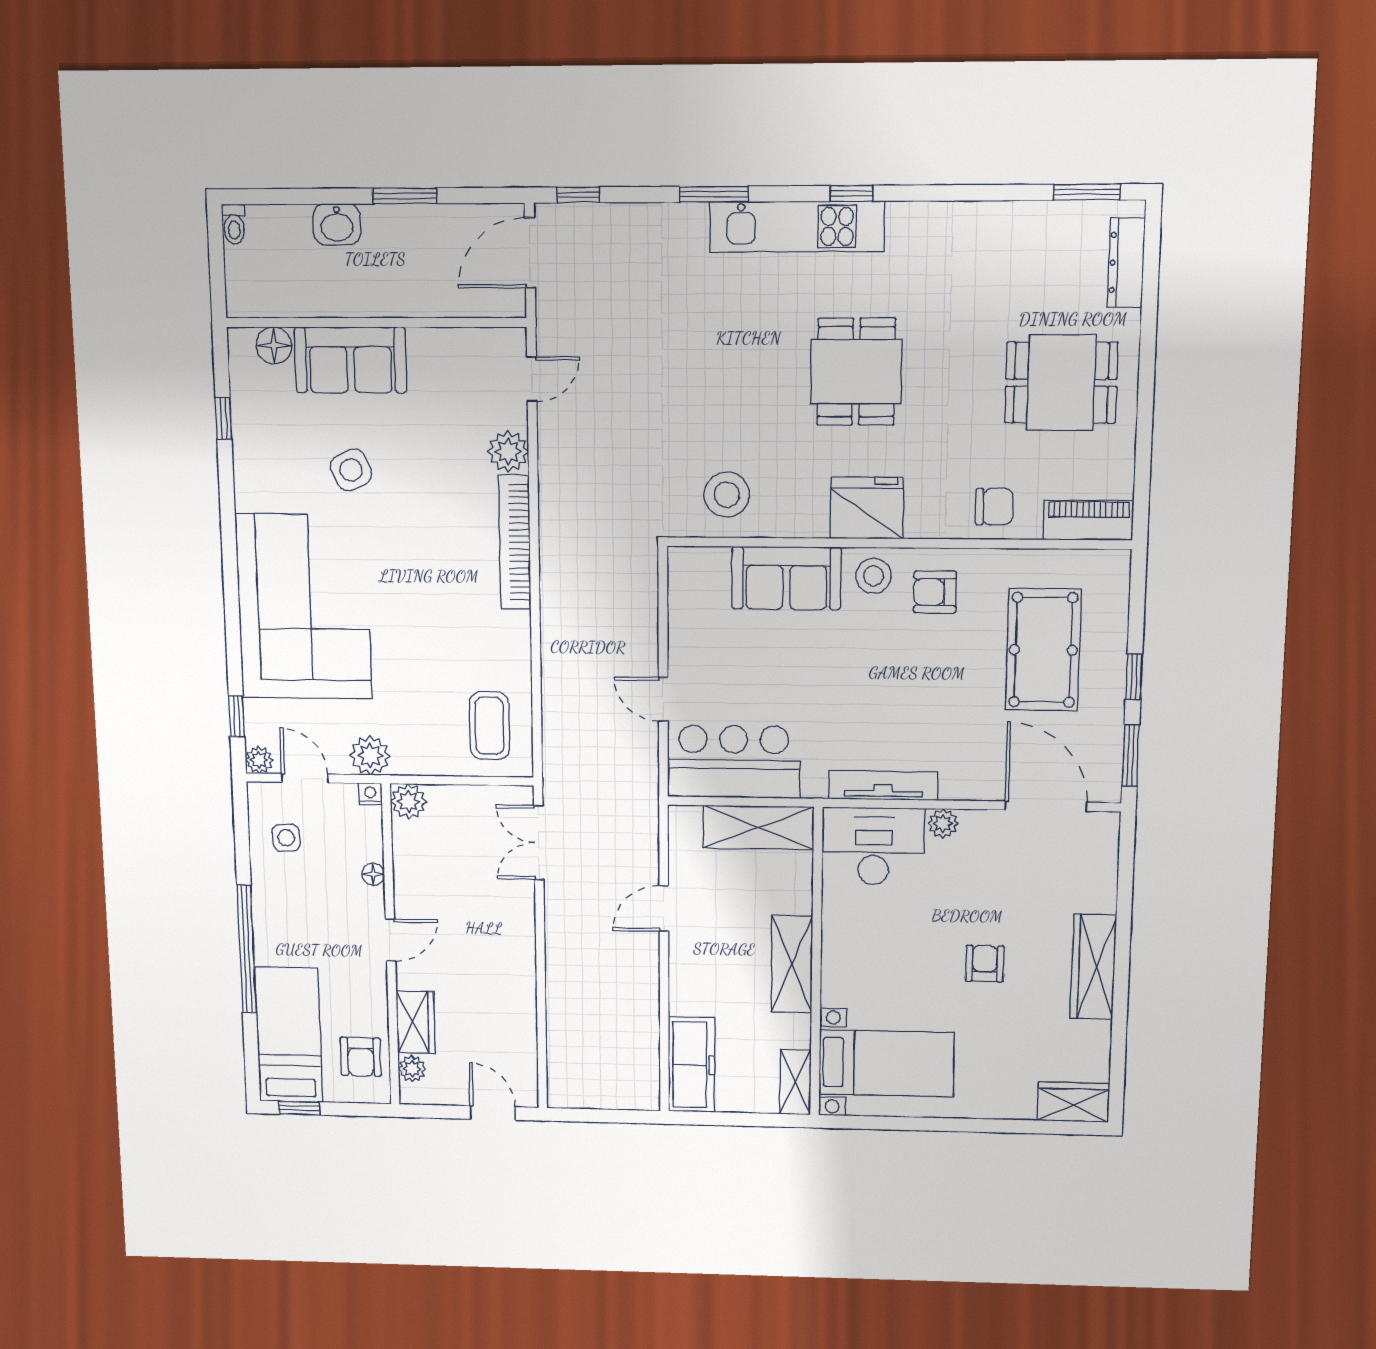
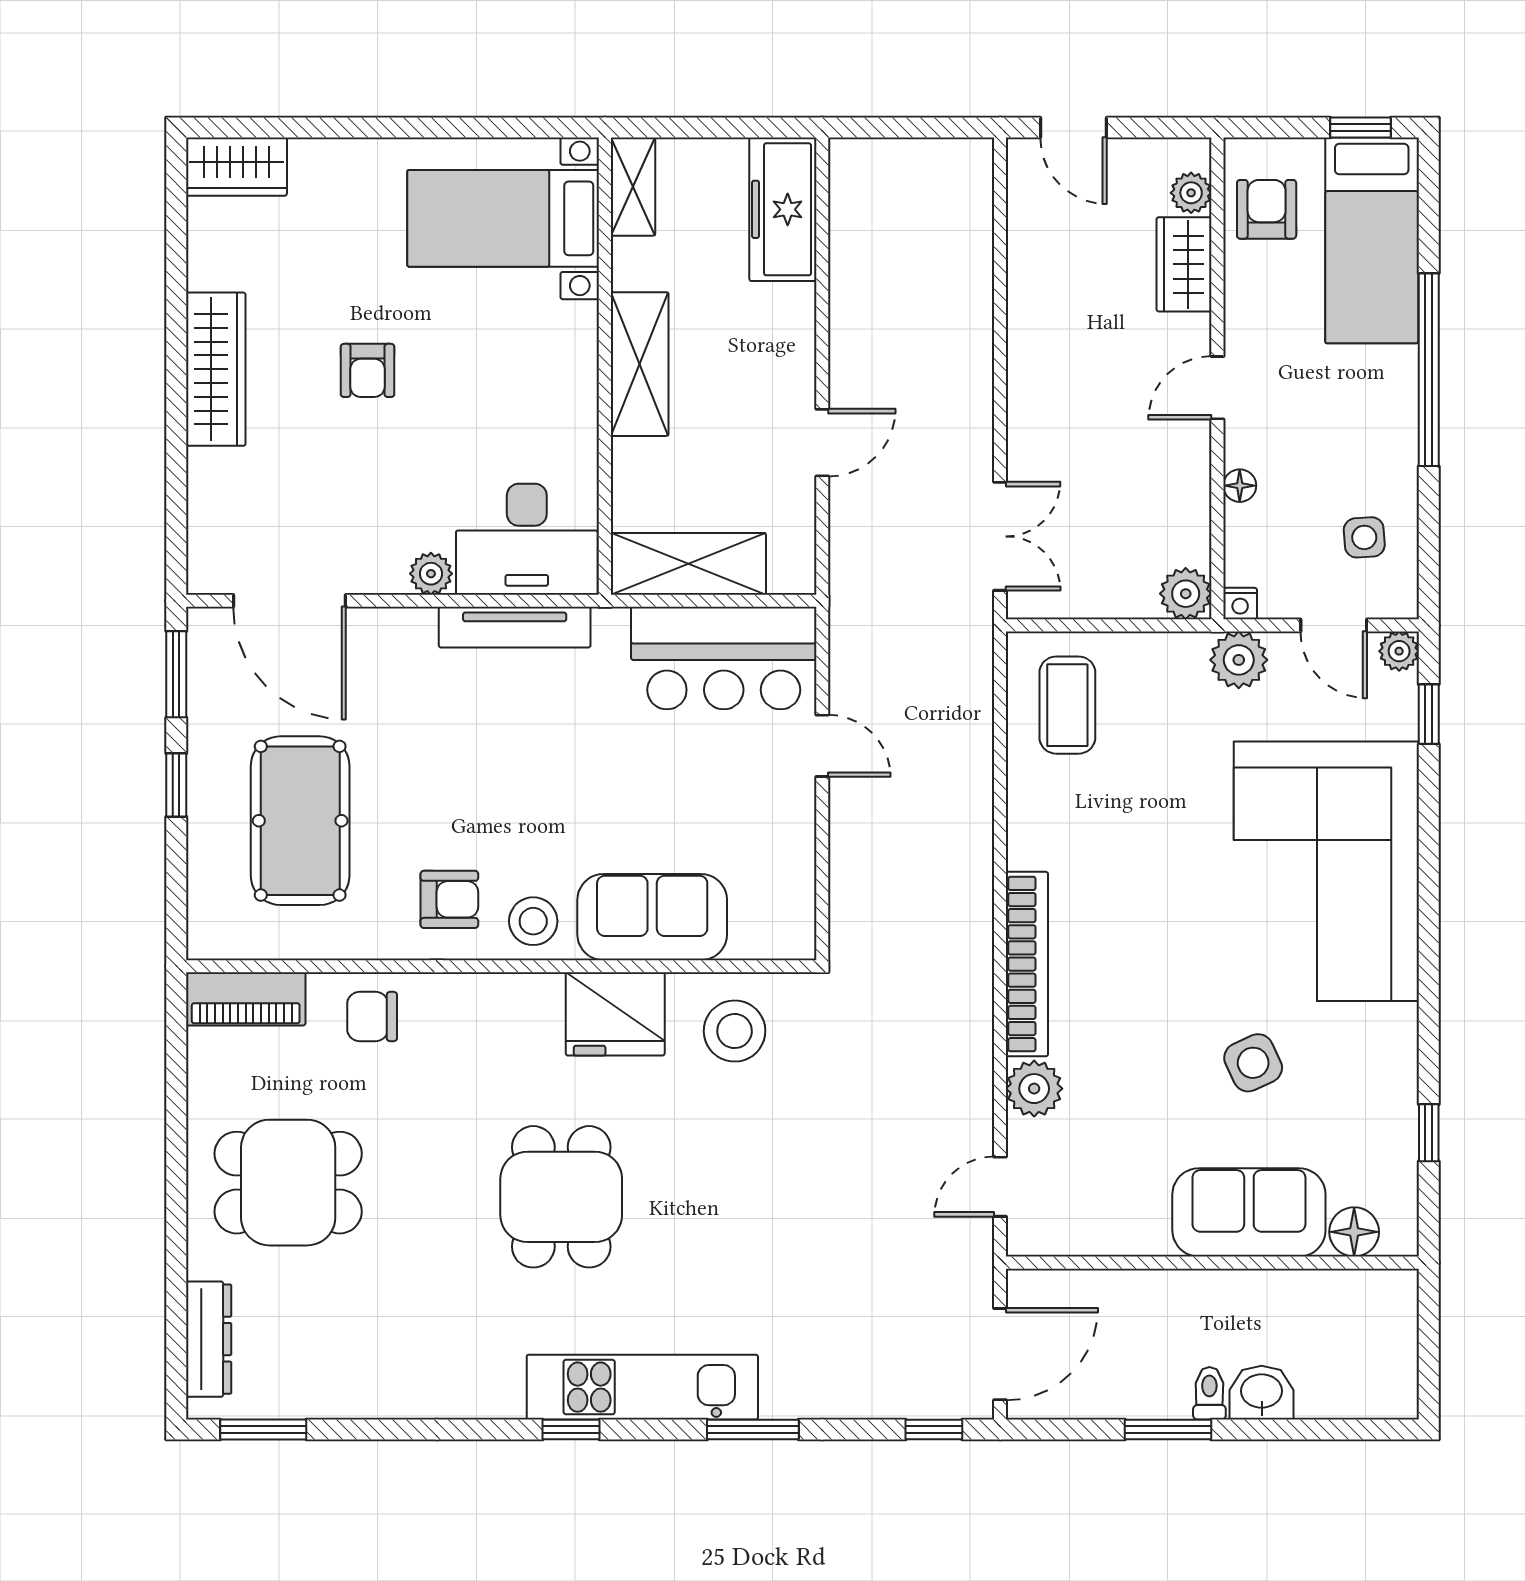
toilet: (234, 224) -> (1209, 1393), moved
fridge: (867, 508) -> (615, 1014), moved

